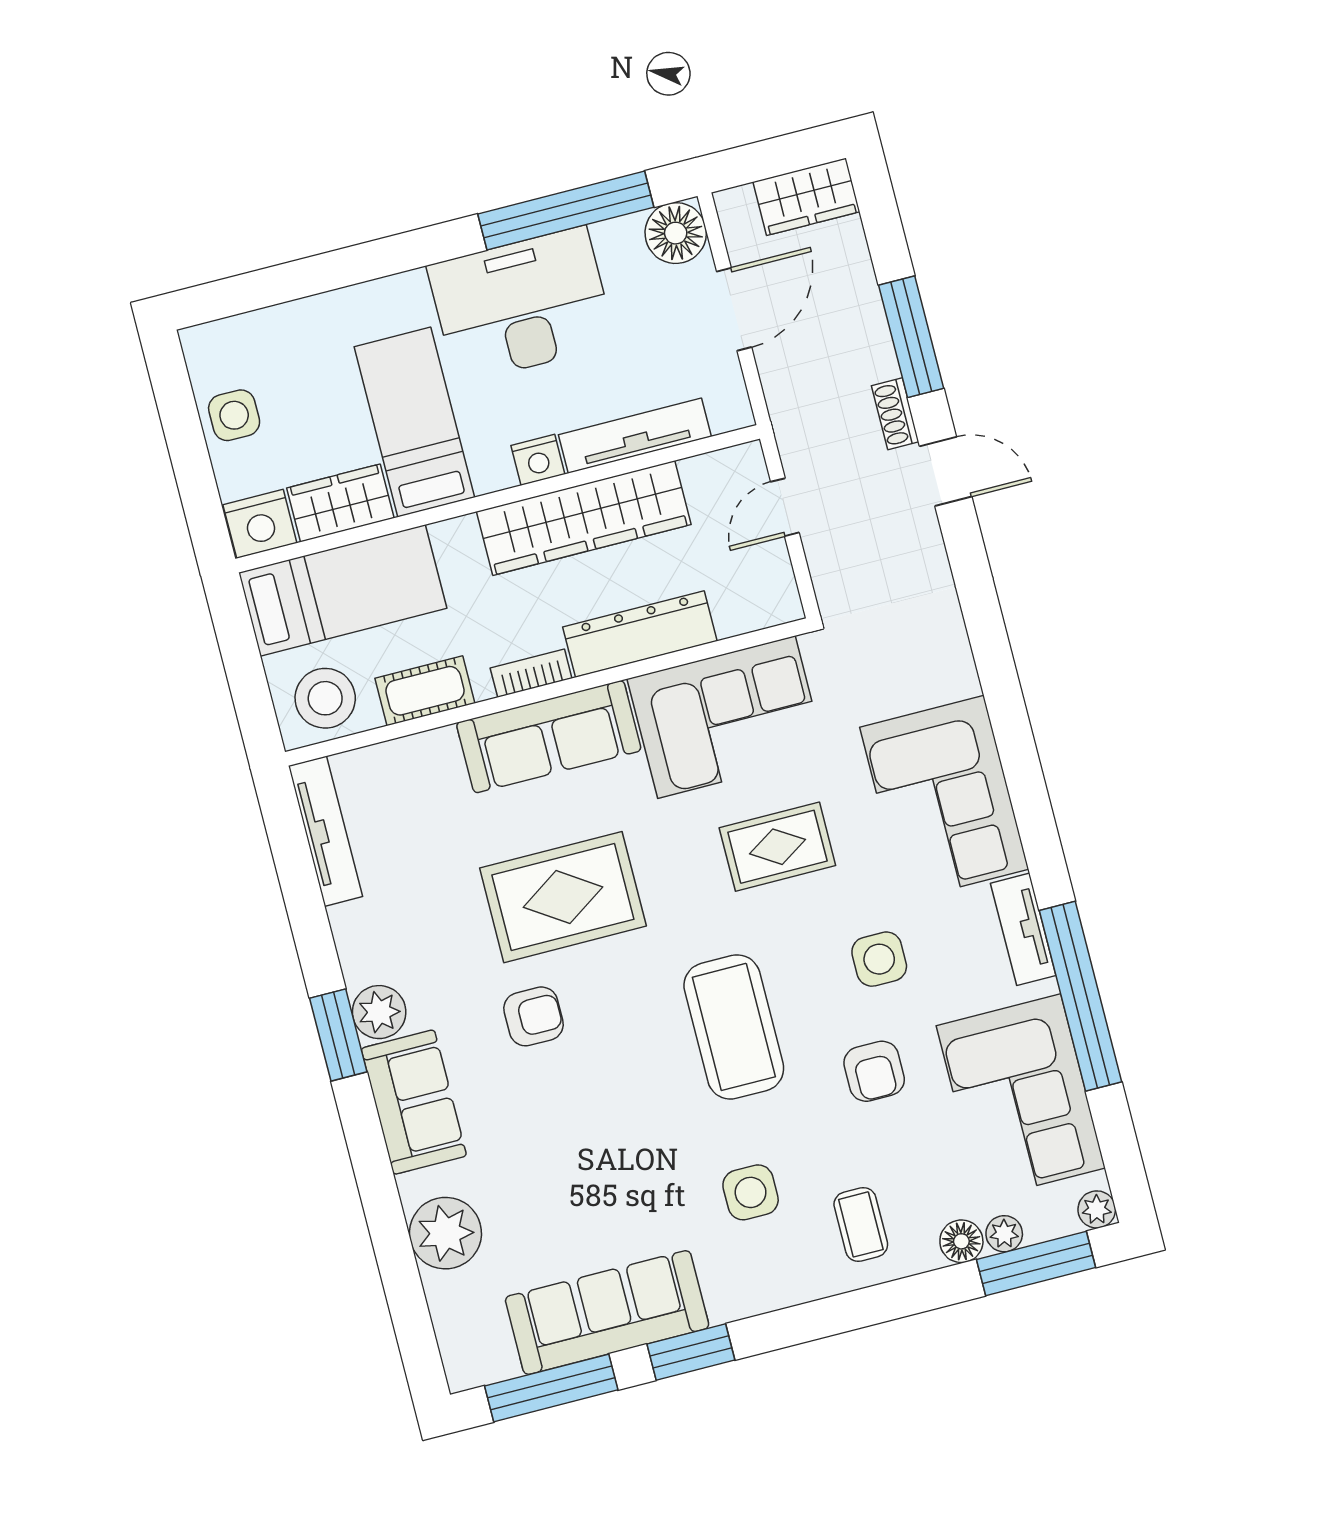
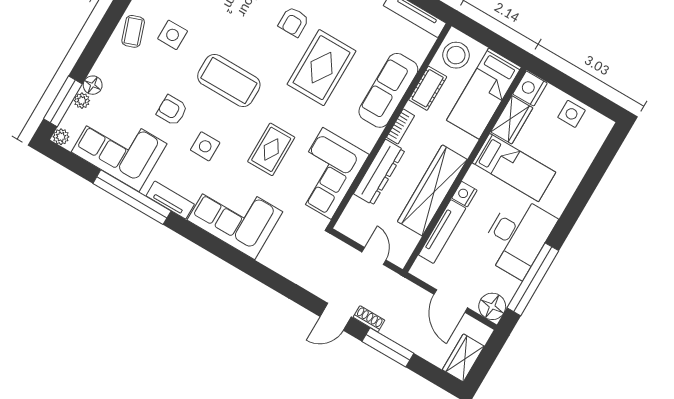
sofa: (549, 737) -> (388, 90), moved
coffee table: (861, 1224) -> (133, 31), moved, turned 71

